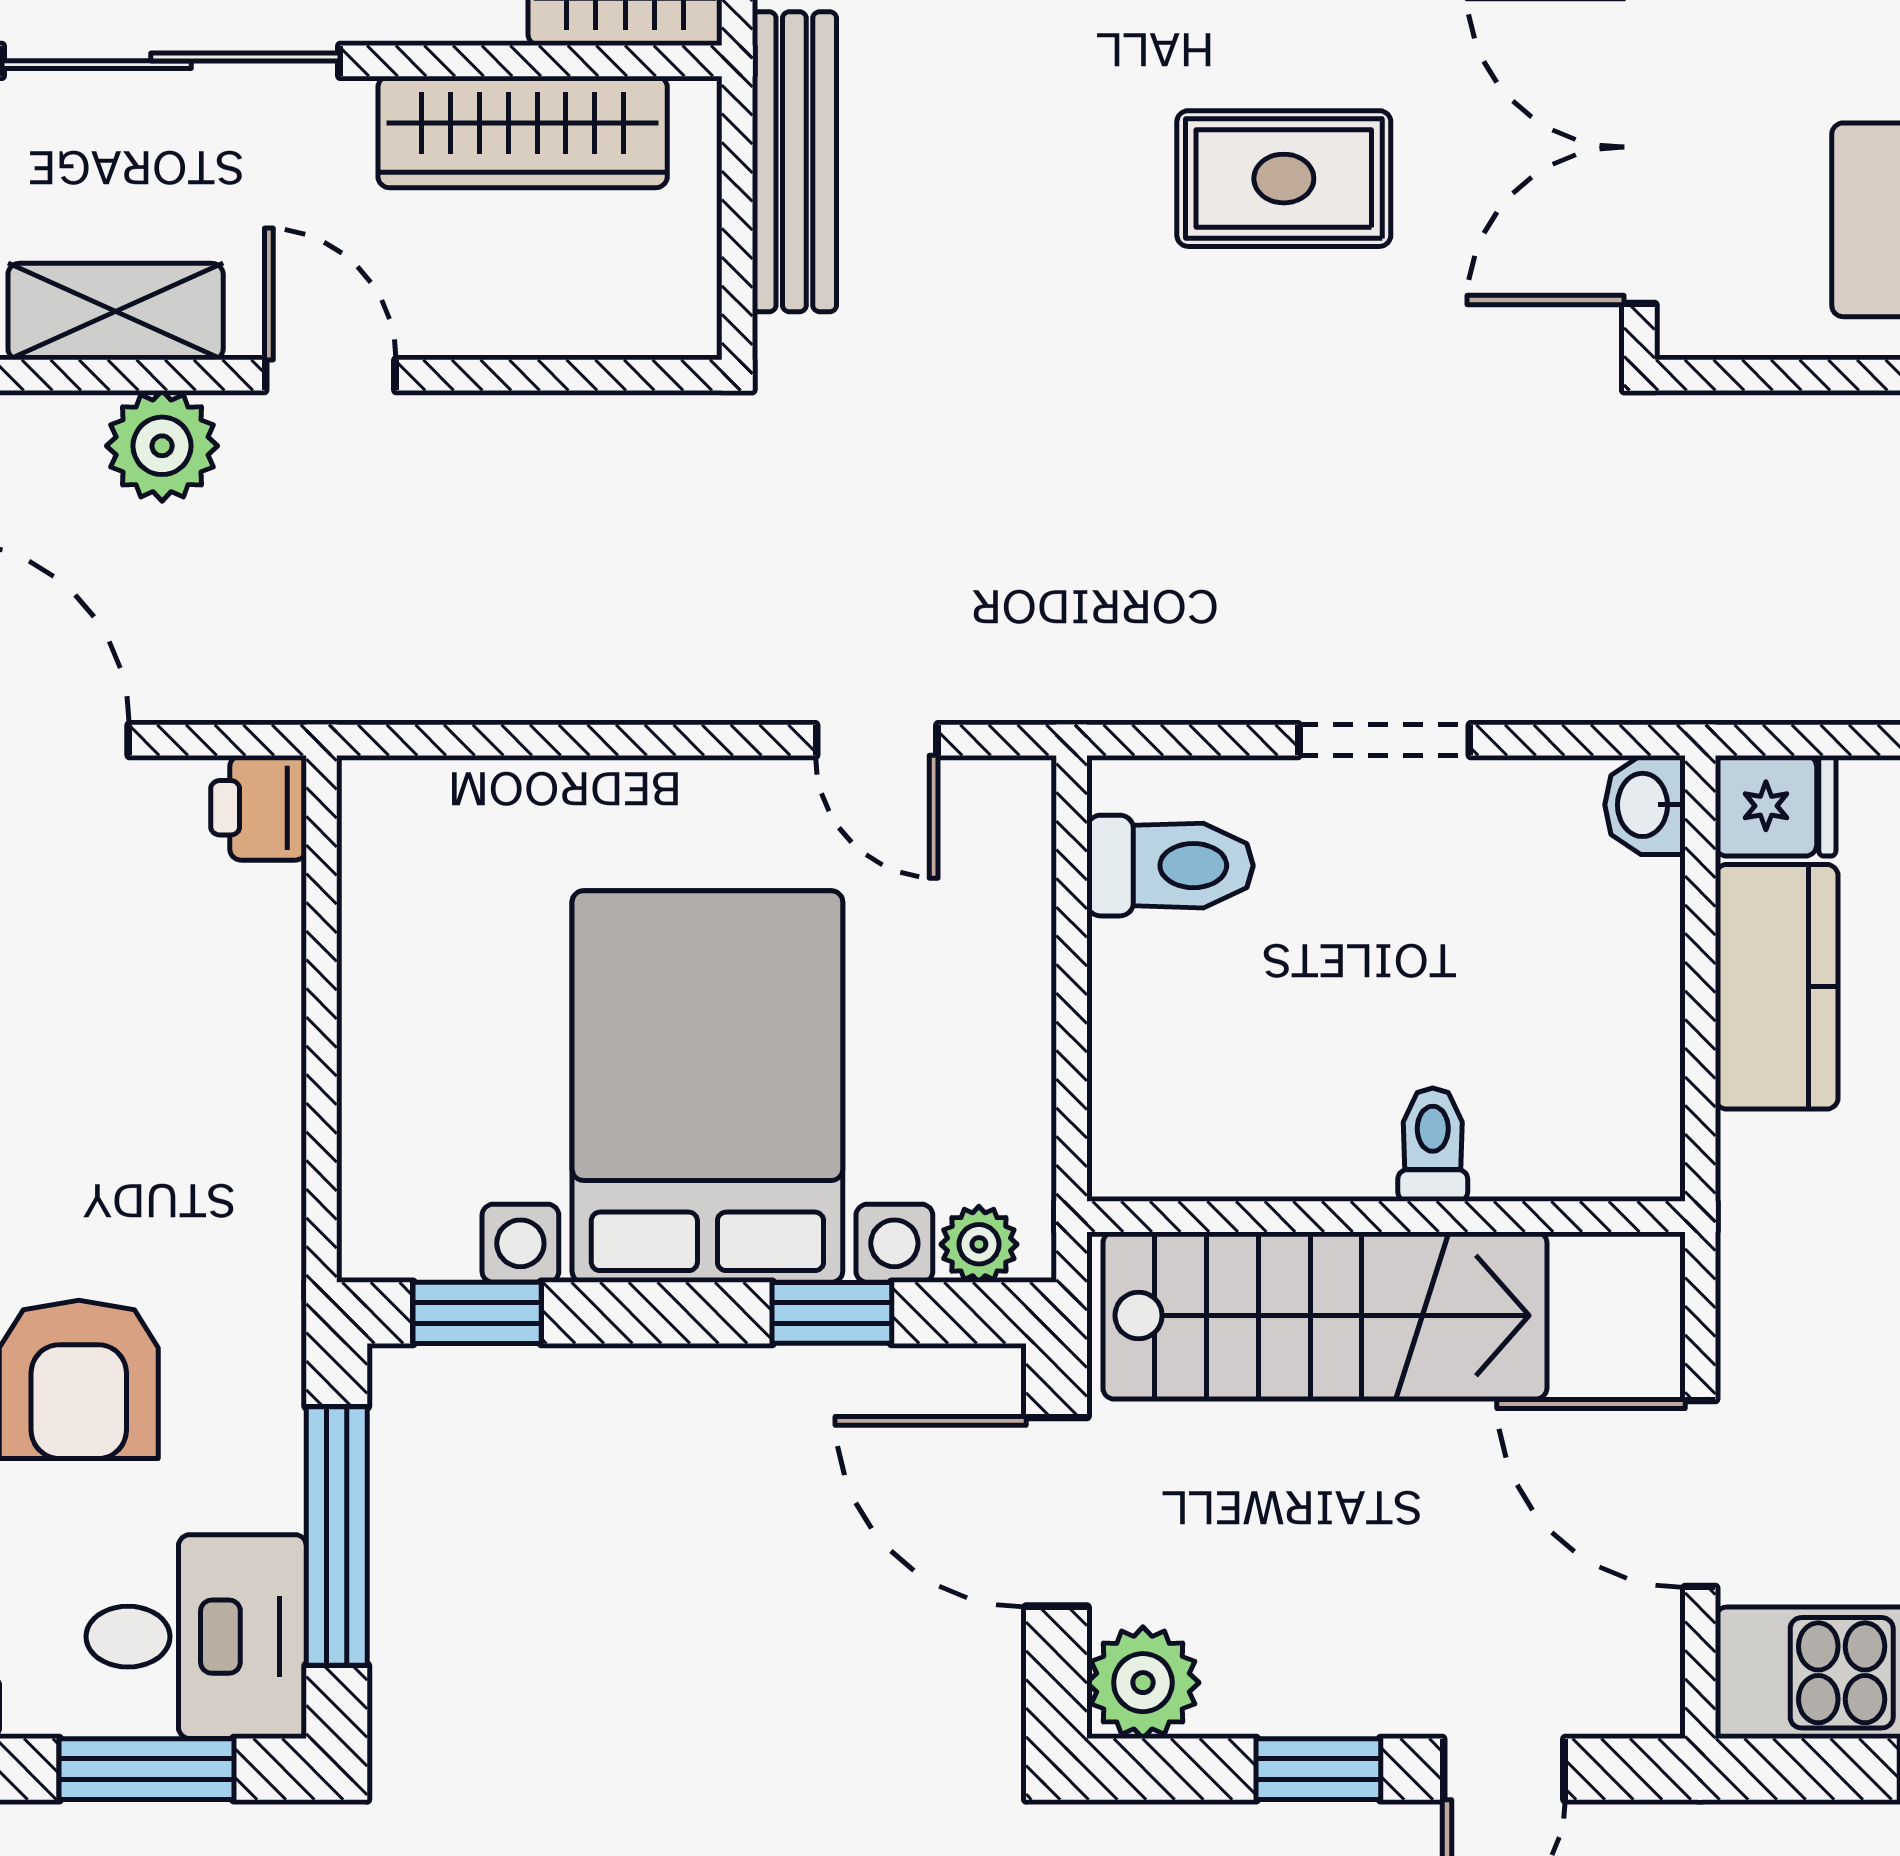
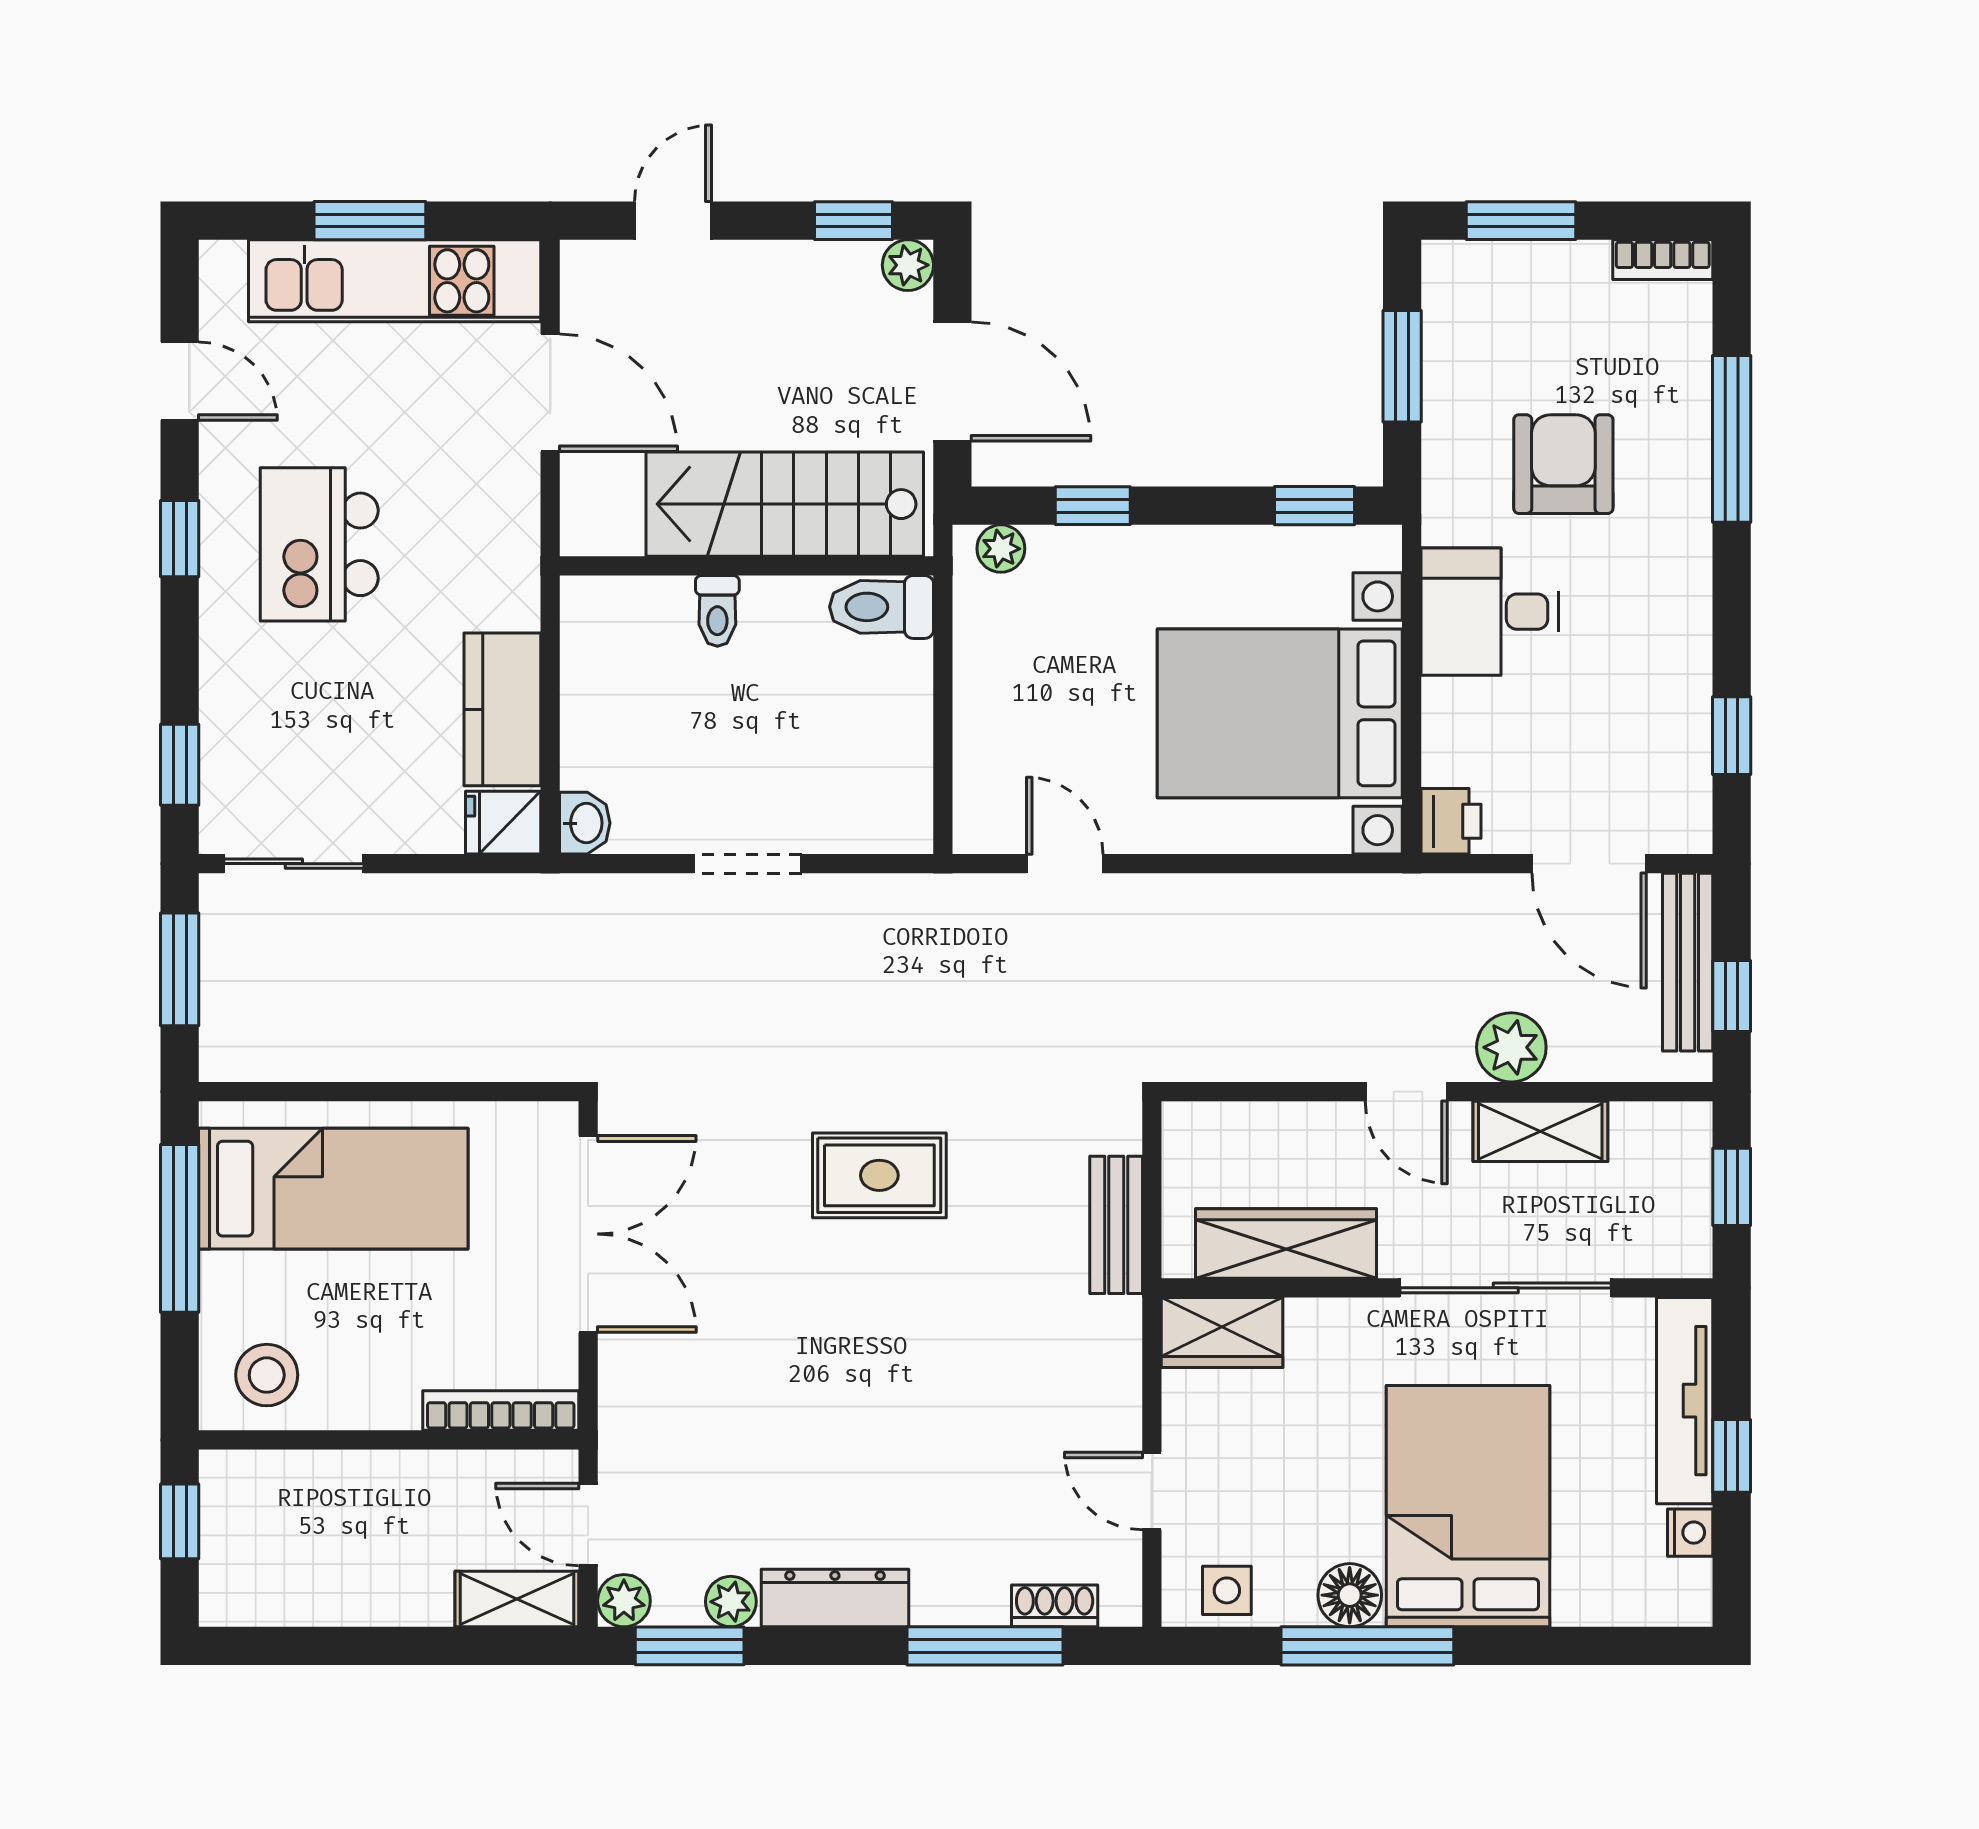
bench: (794, 162) -> (1116, 1225), width x0.73
rug: (1284, 179) -> (879, 1175), moved
toilet: (1170, 866) -> (881, 607), moved
bed with nightstands: (707, 1087) -> (1280, 713), moved, turned 90
window: (337, 1536) -> (1402, 366), width x0.69
desk: (196, 1637) -> (1490, 612), moved
plant: (1143, 1683) -> (908, 265), width x0.73, depth x0.73
window: (1318, 1769) -> (853, 221), moved

